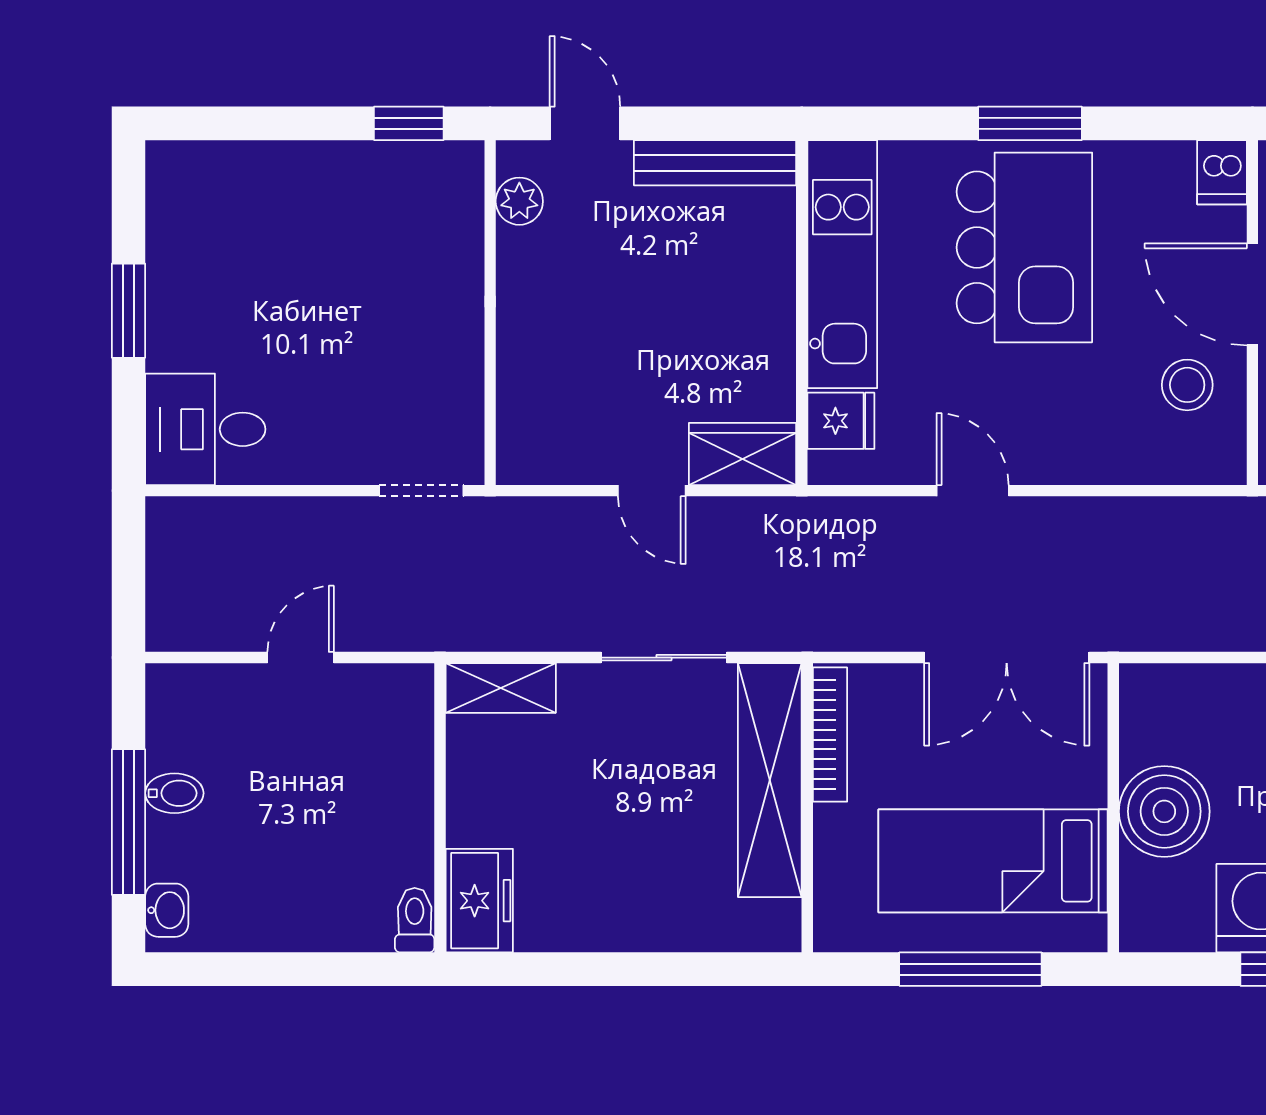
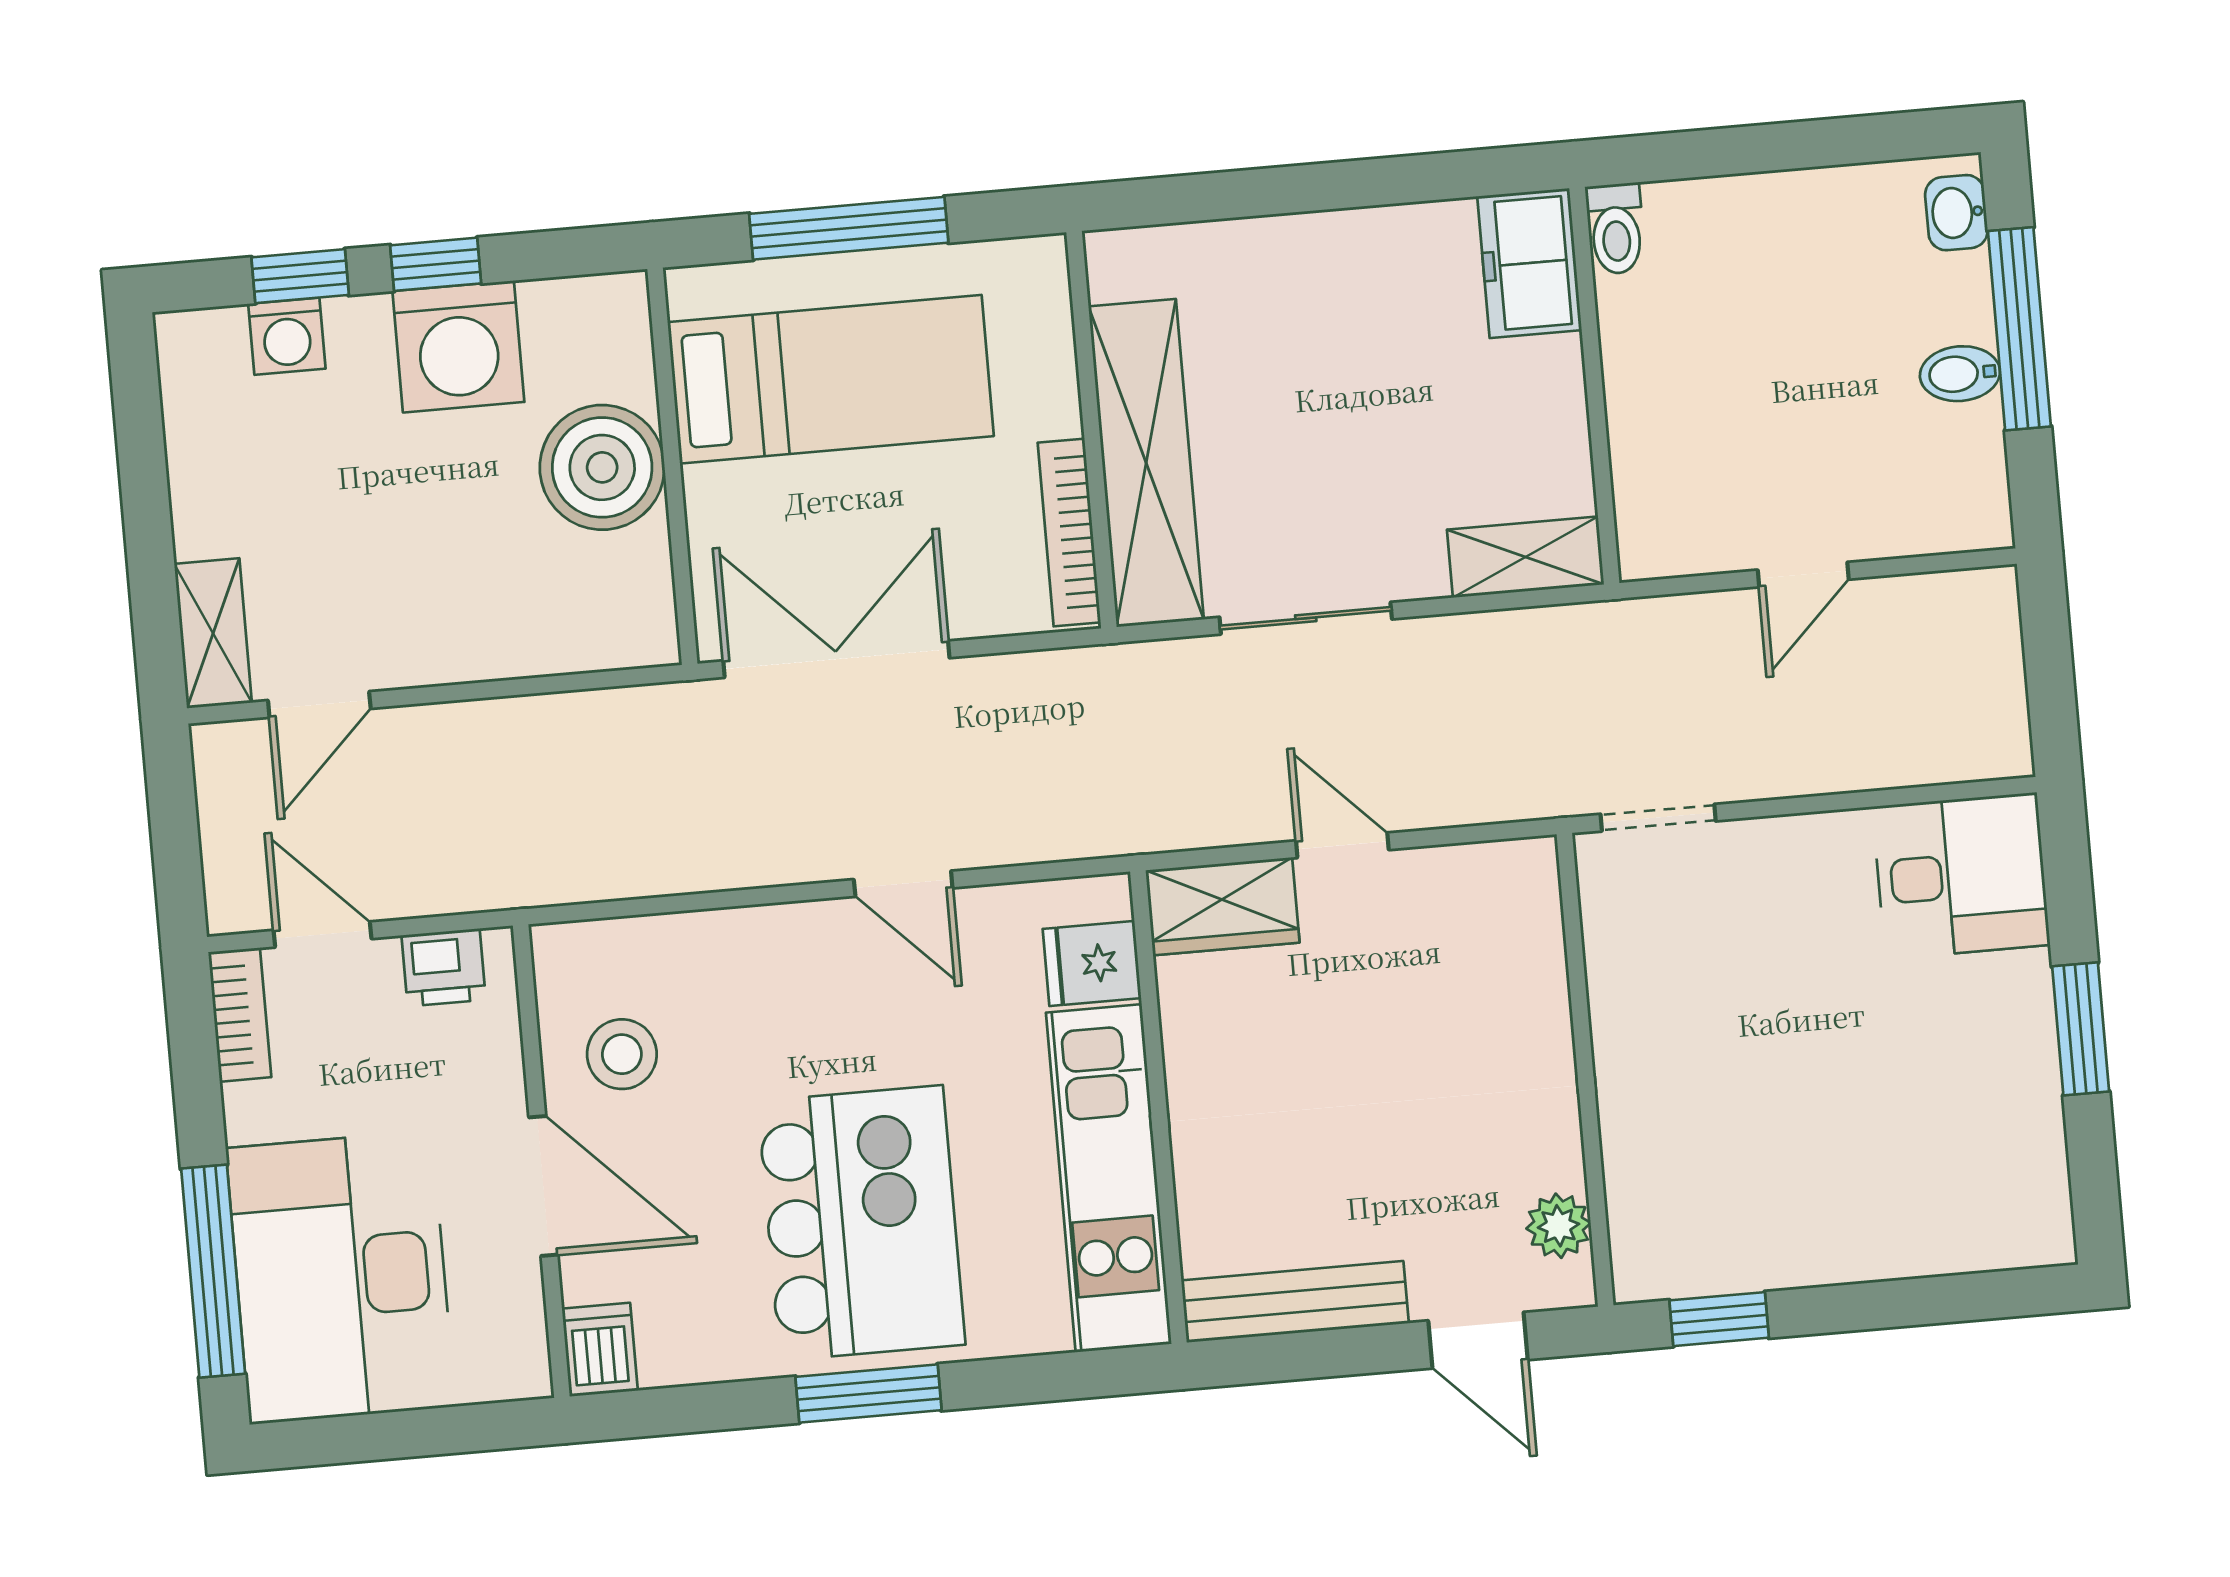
kitchen island: (1024, 247) -> (861, 1223), turned 180

